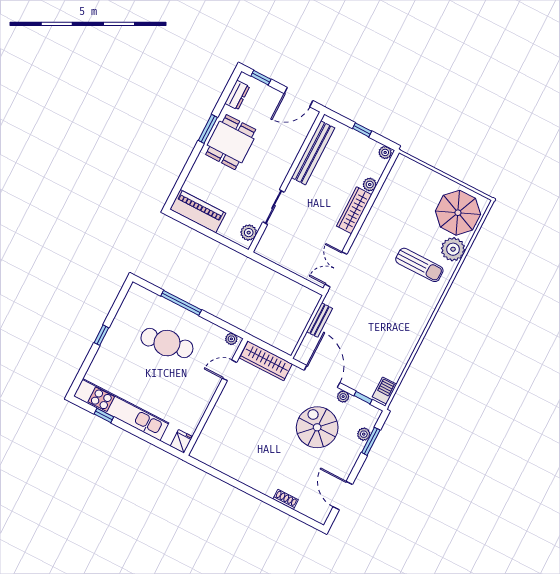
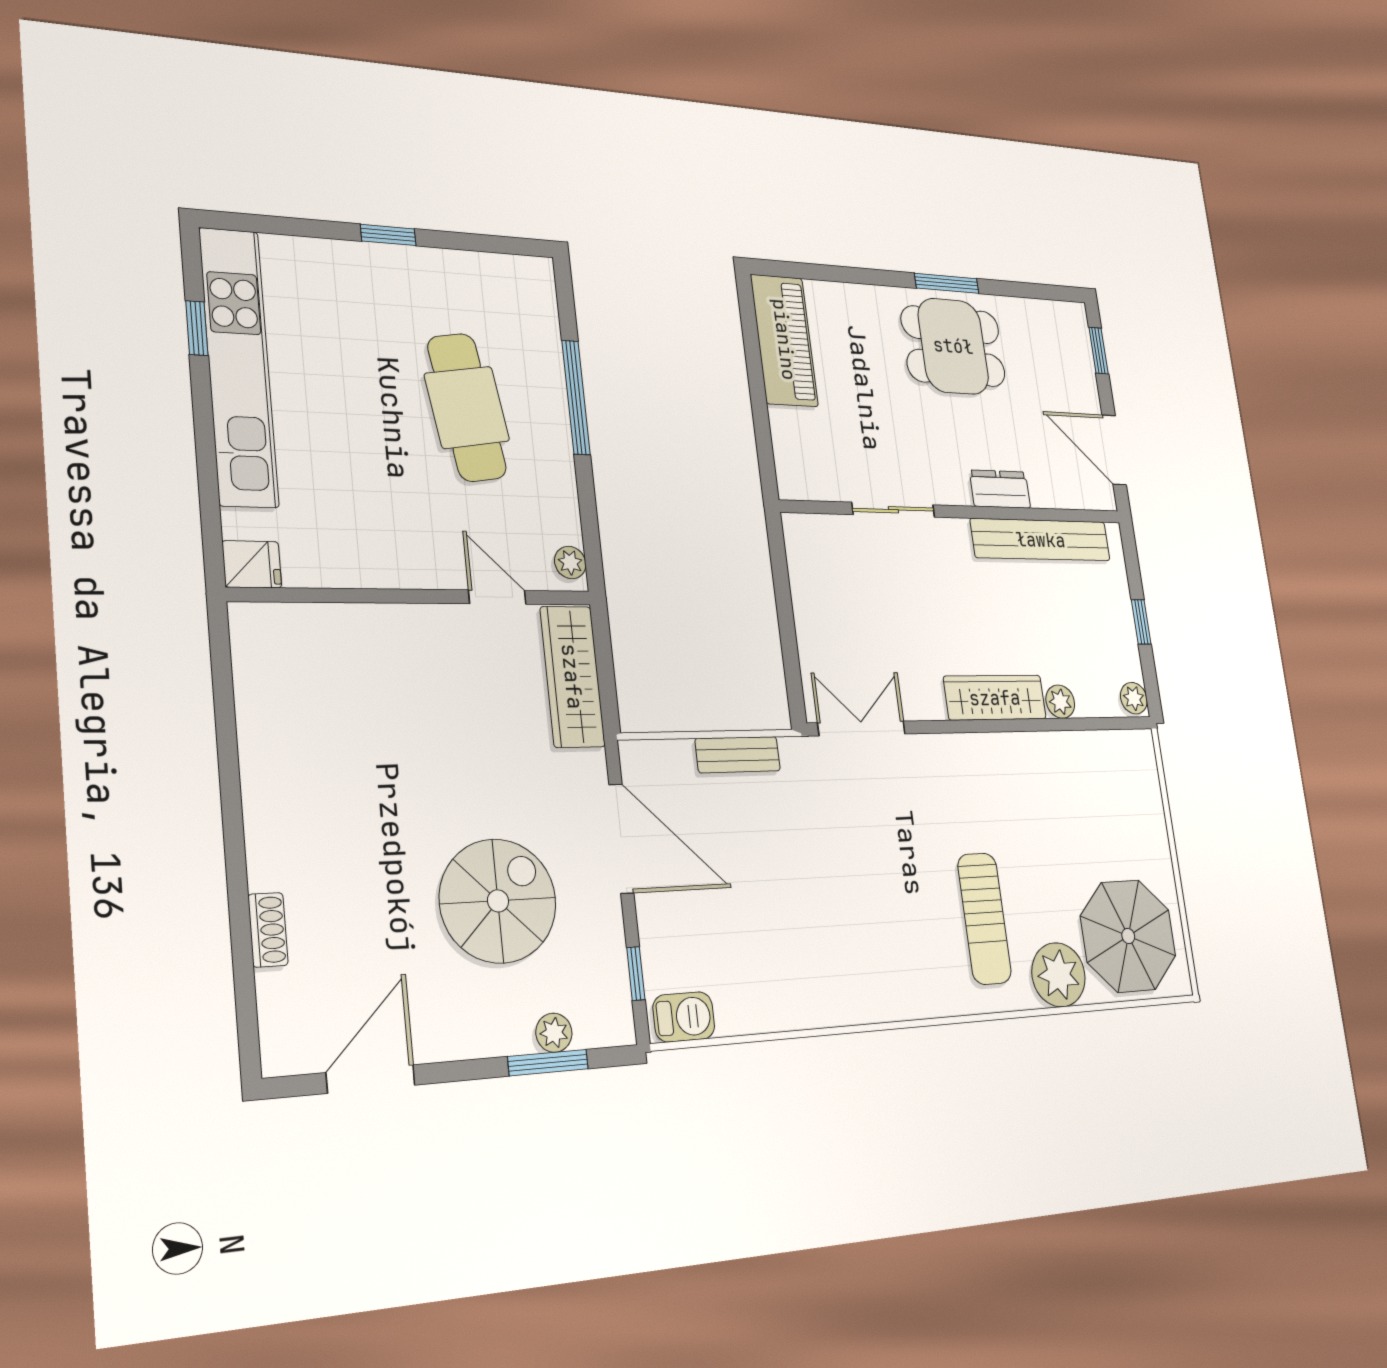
dresser: (237, 95) -> (1000, 489), moved, turned 180
plant: (249, 233) -> (812, 481), removed
door: (322, 376) -> (621, 839), hinge flipped
plant: (343, 397) -> (608, 921), removed

